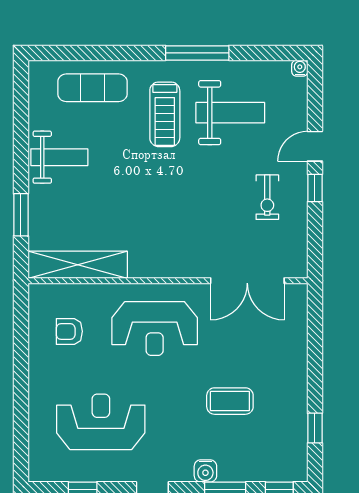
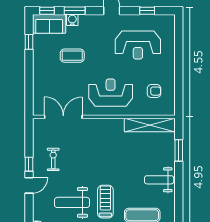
sofa: (275, 463) -> (49, 24), added
water cooler: (205, 471) -> (72, 20), moved

